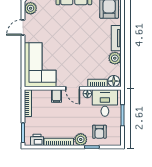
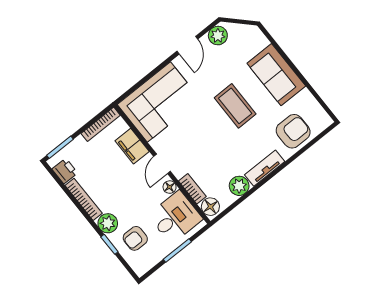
door: (23, 27) -> (187, 45), swing flipped
coffee table: (73, 28) -> (235, 106), added
filing cabinet: (57, 96) -> (132, 146), width x2.00

